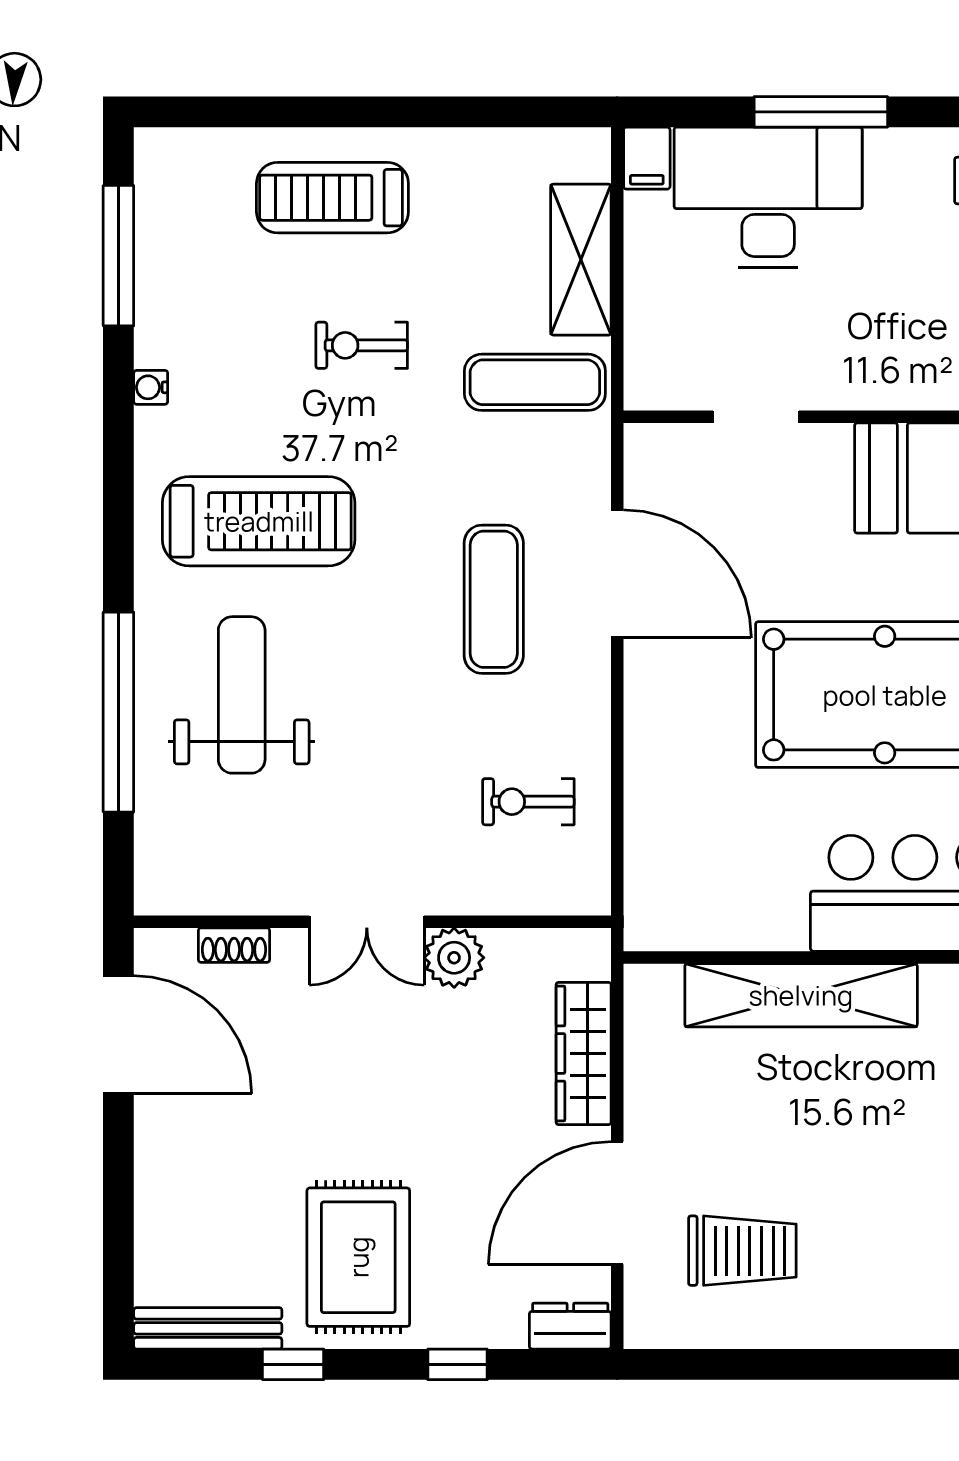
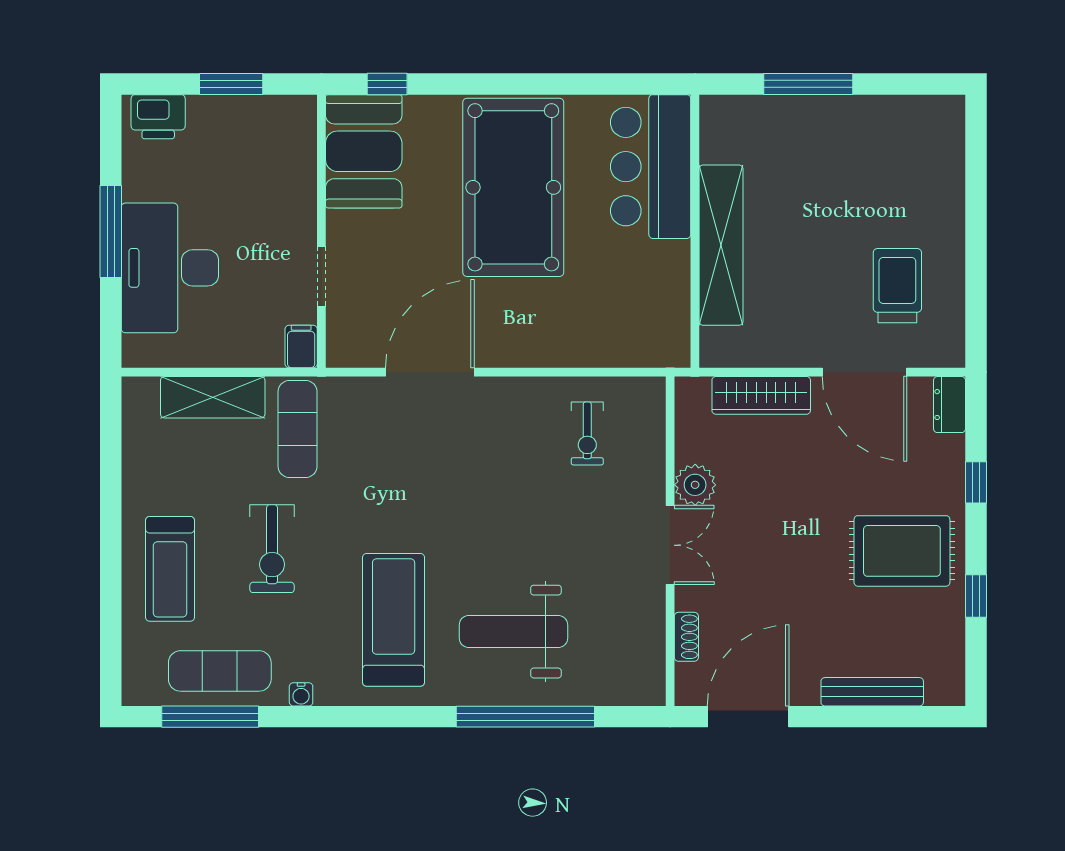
filing cabinet: (647, 158) -> (301, 347), moved, turned -90
exercise bike: (362, 345) -> (272, 549), width x1.38, depth x1.39
exercise mat: (494, 599) -> (220, 671), moved
bench: (208, 1328) -> (872, 692), moved, turned 90

